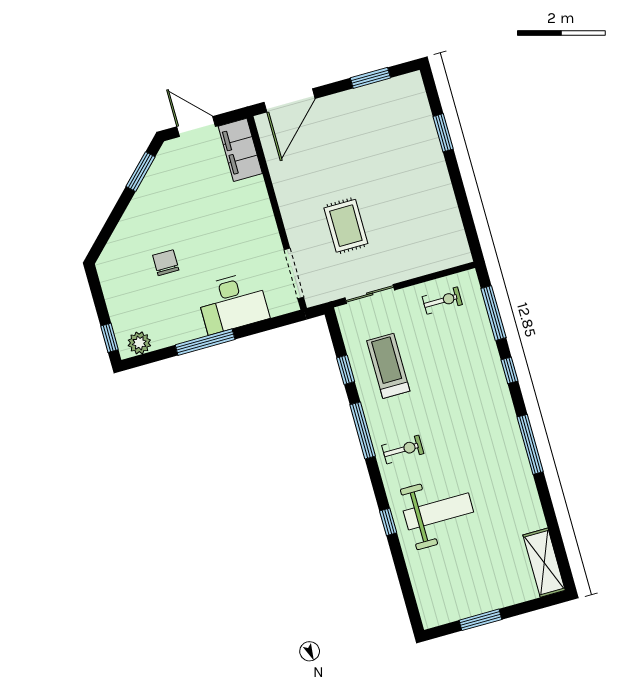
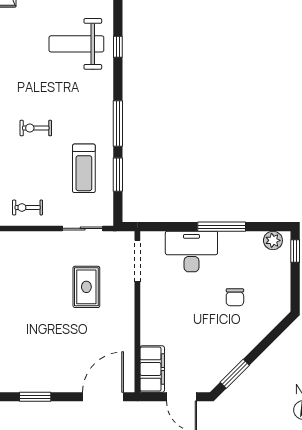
window: (346, 370) -> (118, 175), width x1.50
exercise bike: (403, 450) -> (36, 128), moved

